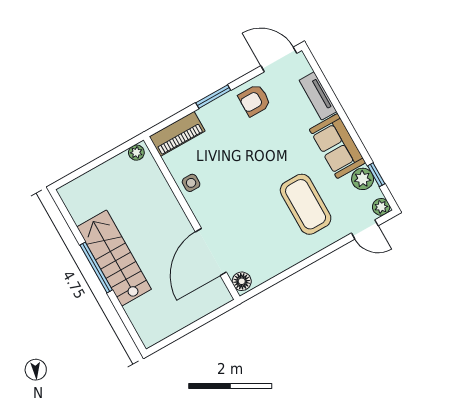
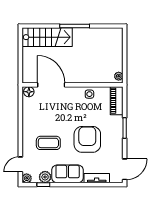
armchair: (254, 100) -> (87, 139), moved, width x1.88, depth x1.88
coffee table: (306, 204) -> (48, 143), width x0.73, depth x0.76
stairs: (114, 258) -> (47, 37), moved

